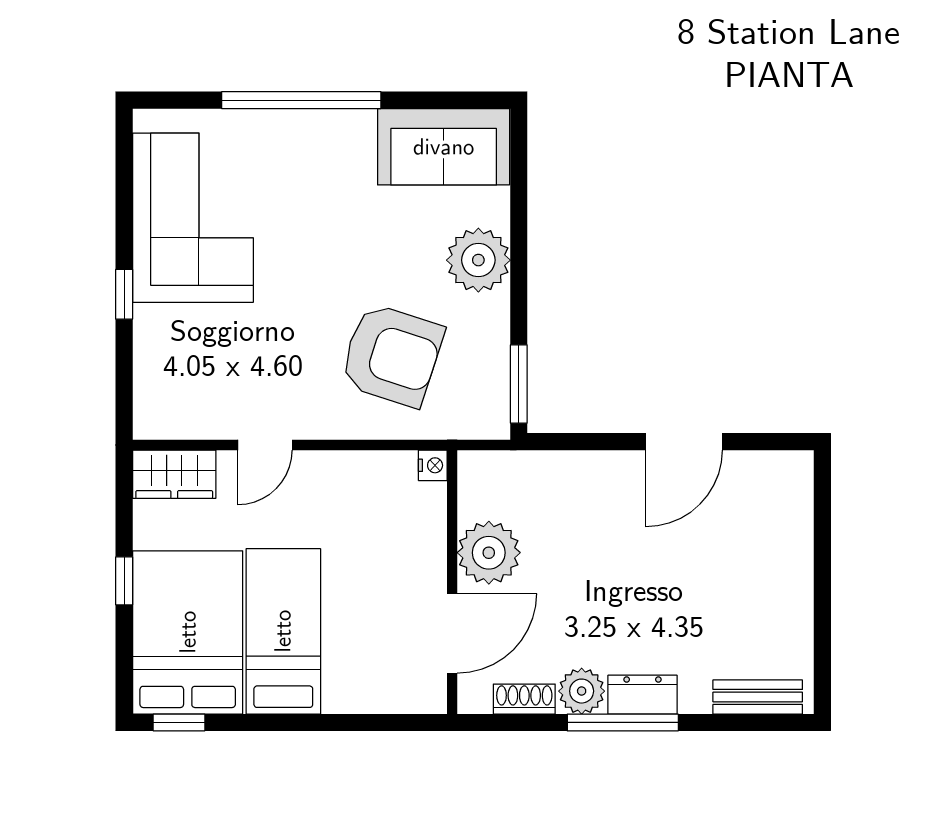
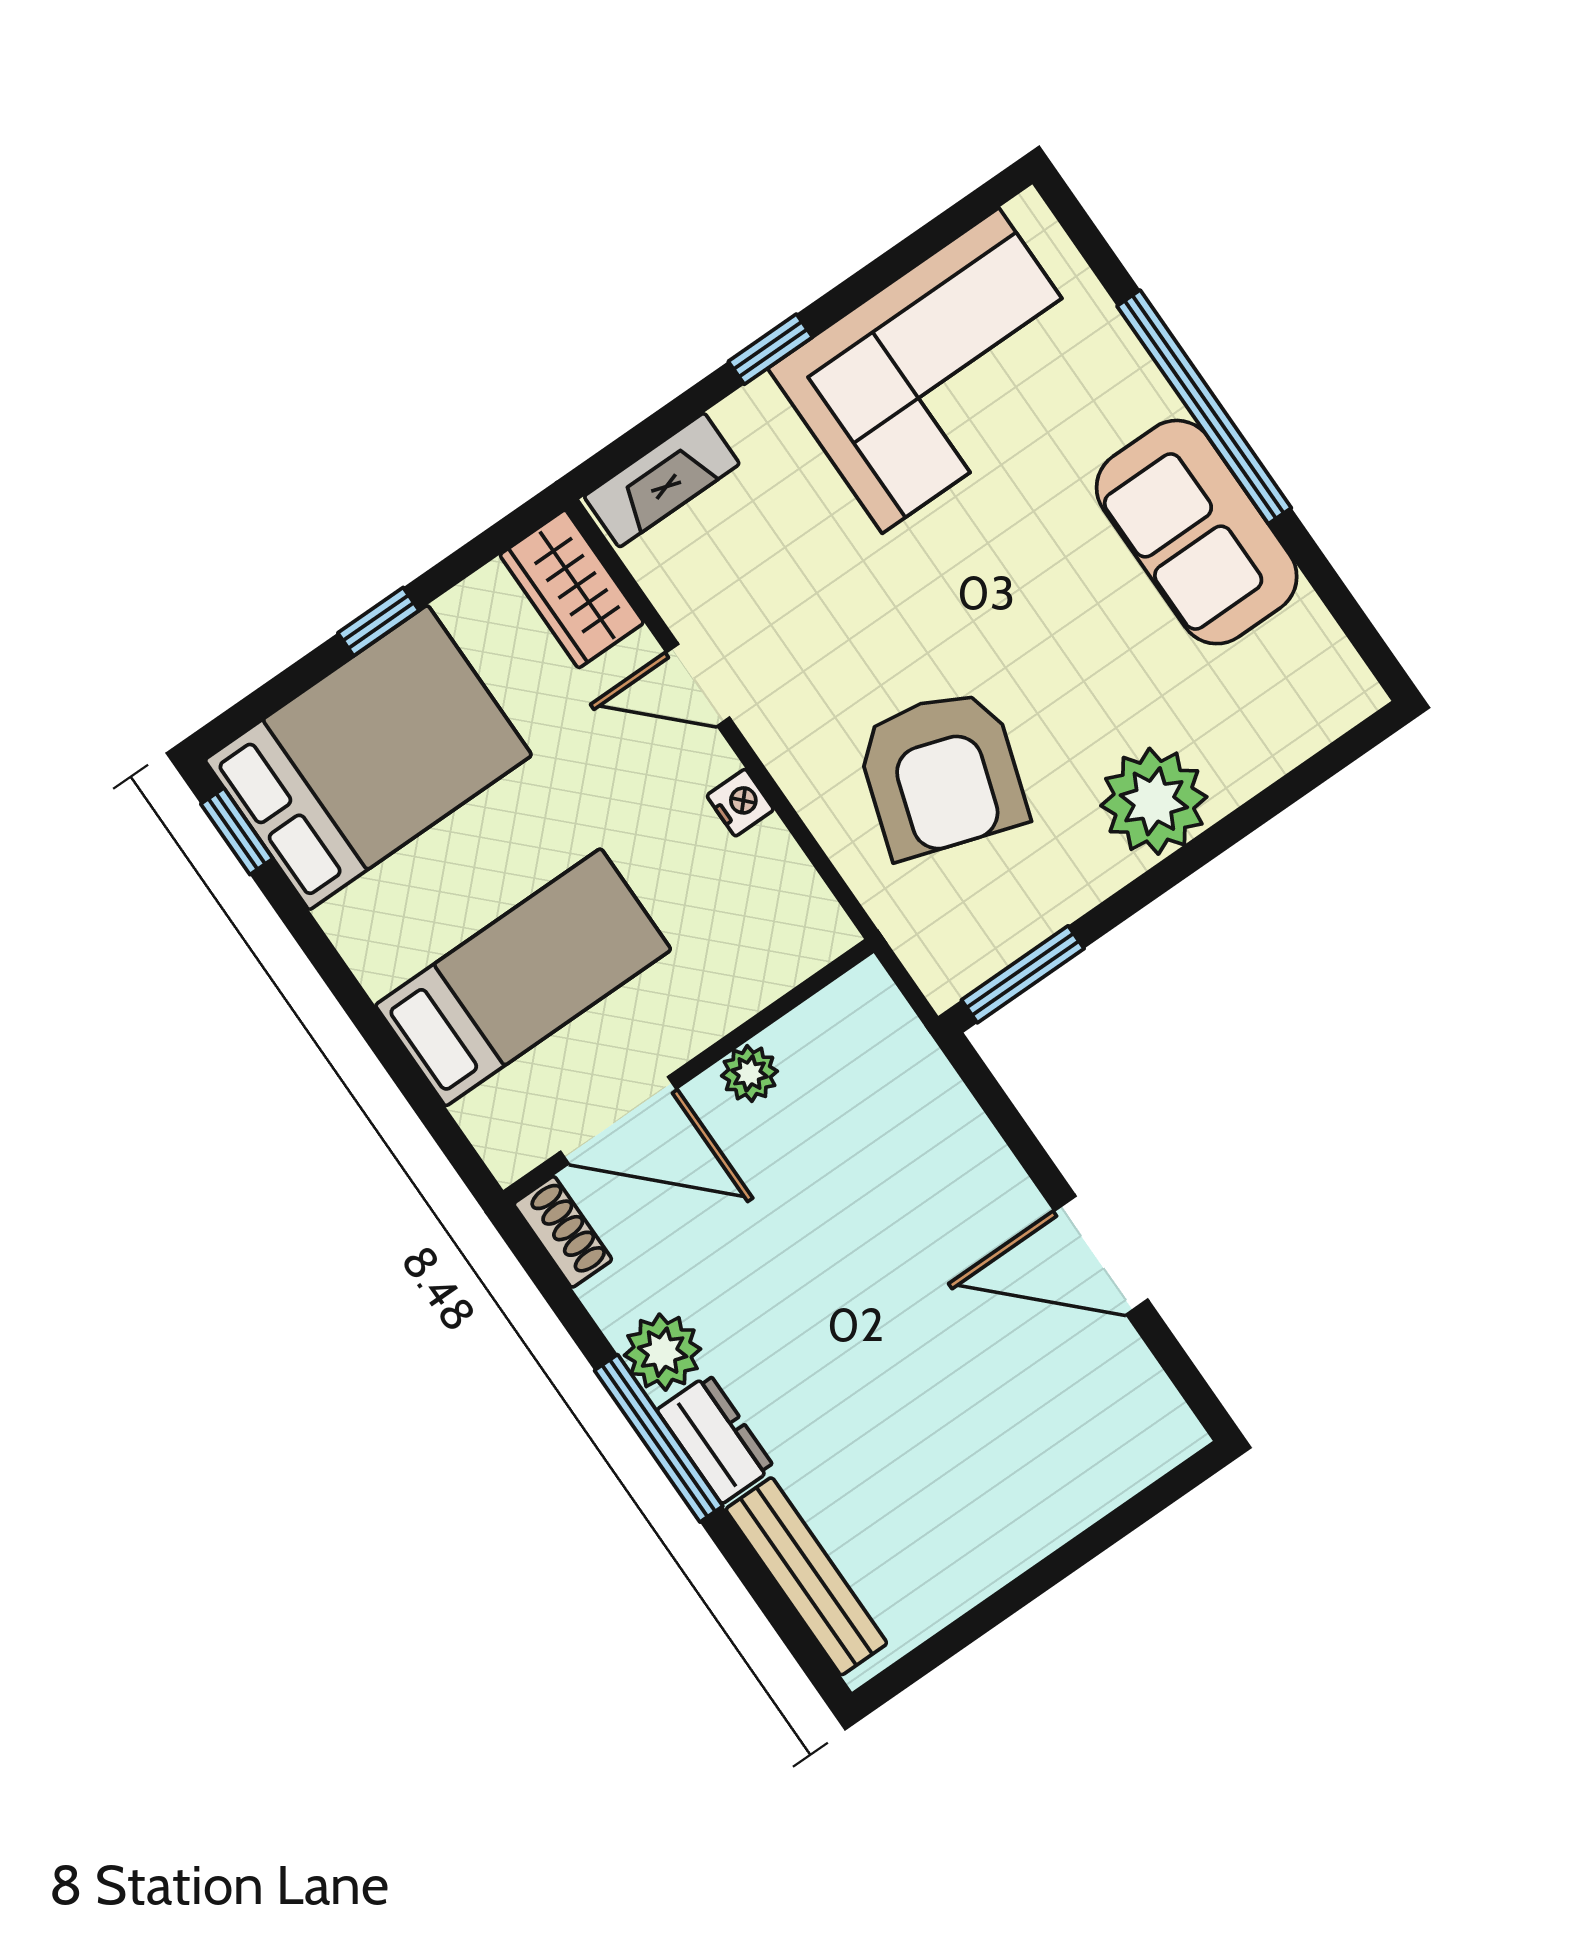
sofa: (444, 147) -> (1197, 532), moved
fireplace: (151, 393) -> (662, 480), added
nightstand: (433, 465) -> (740, 803), moved, turned -90
plant: (489, 553) -> (750, 1073), width x0.53, depth x0.53
bed: (283, 631) -> (523, 977), moved
bench: (758, 697) -> (806, 1576), width x1.36
shoe rack: (524, 699) -> (563, 1232), moved

